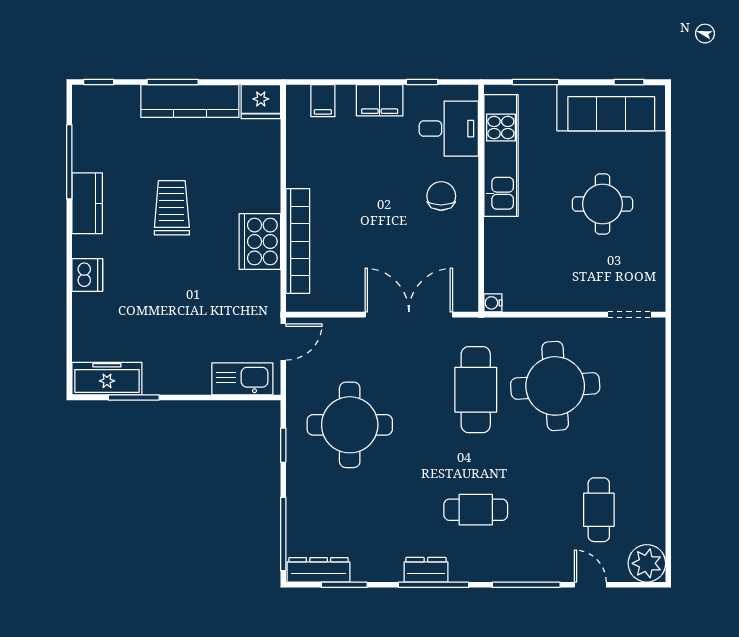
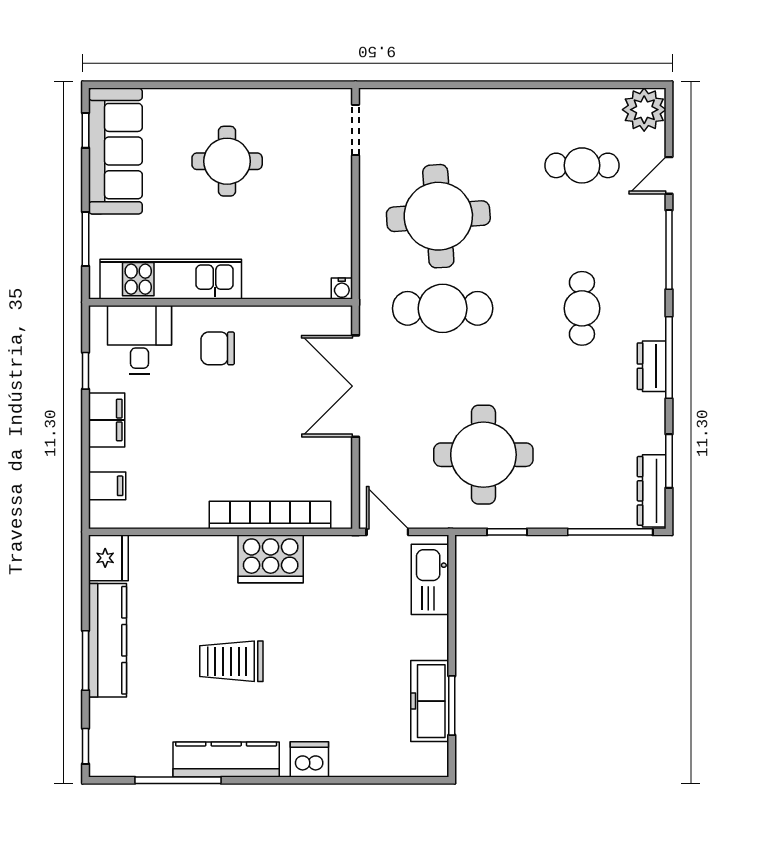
kitchen counter: (87, 203) -> (226, 759), width x1.50
freezer: (107, 379) -> (430, 701), moved

